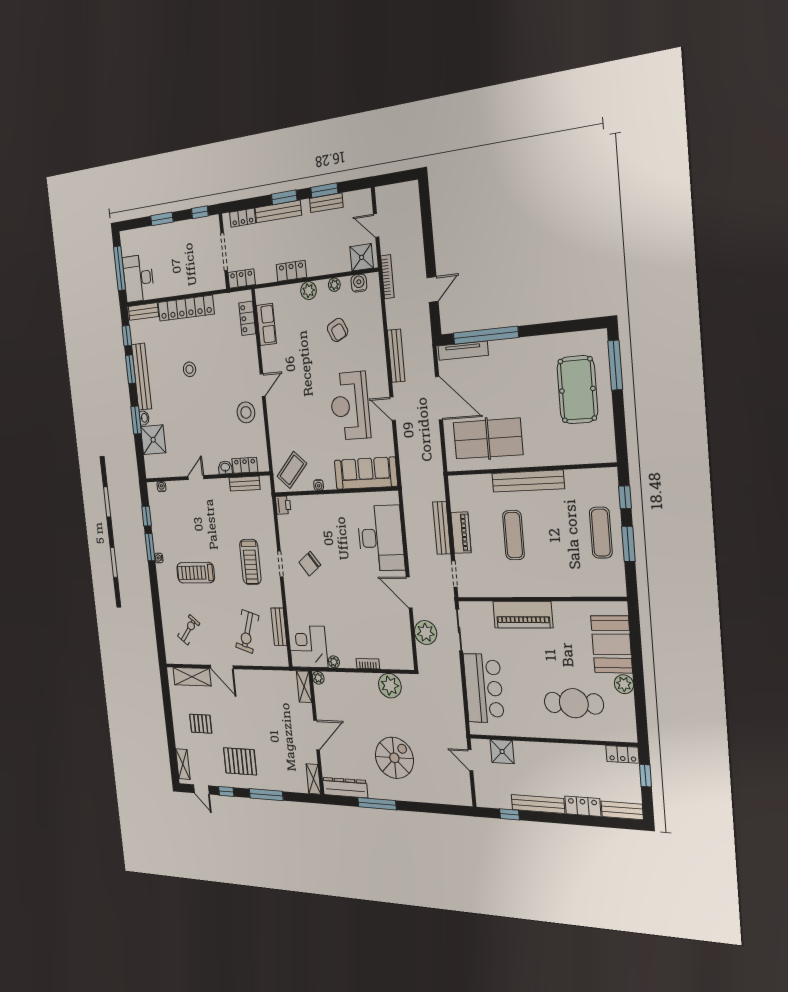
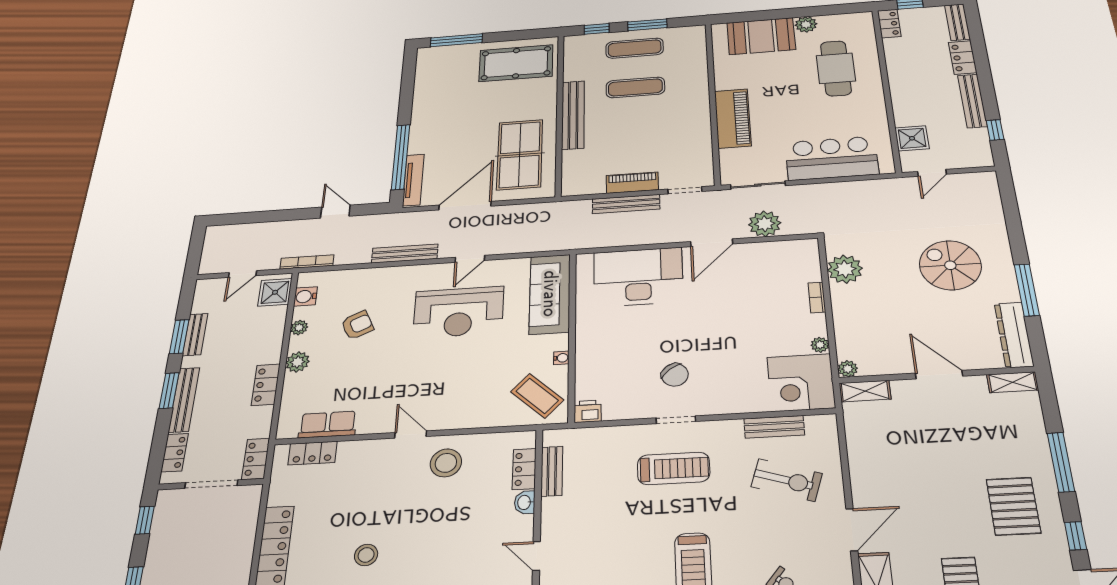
pool table: (577, 390) -> (516, 63), moved
exercise mat: (513, 535) -> (635, 87), moved

